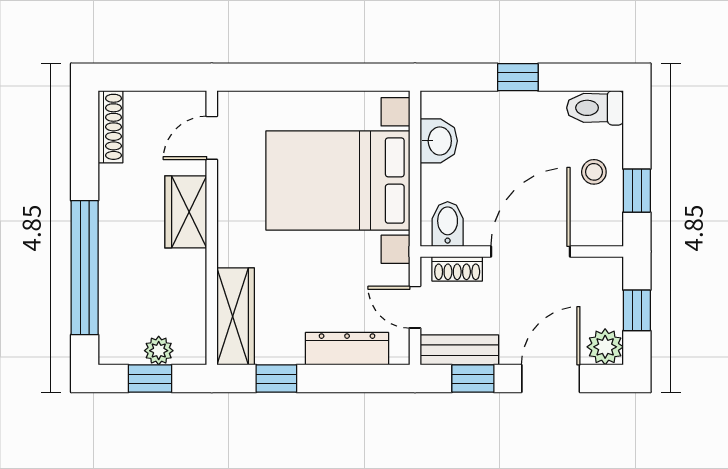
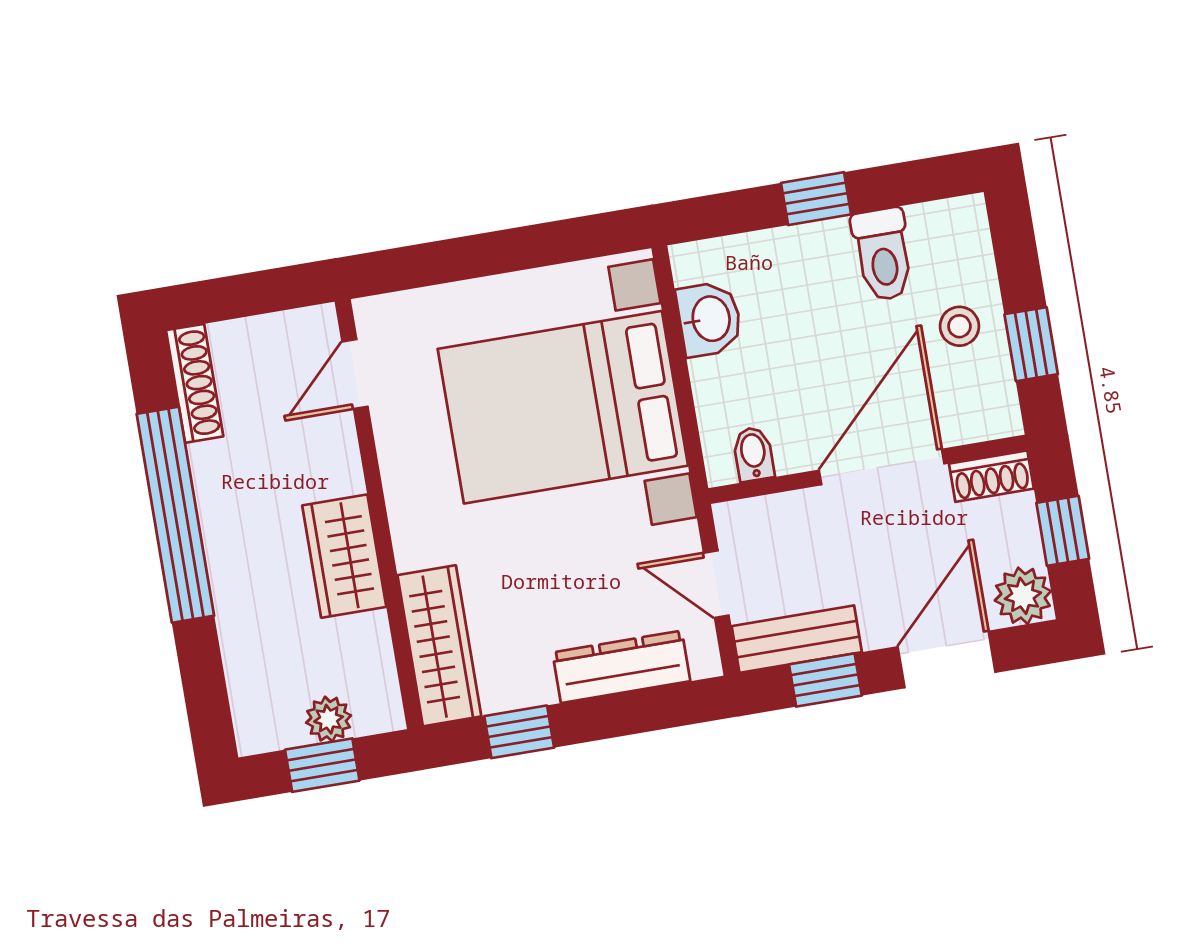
toilet: (595, 108) -> (883, 254), moved, turned -90
wardrobe: (186, 212) -> (344, 556), moved
bidet: (448, 224) -> (753, 454), width x0.72, depth x0.74
window: (85, 268) -> (175, 515), moved
shoe rack: (457, 269) -> (991, 476), moved

